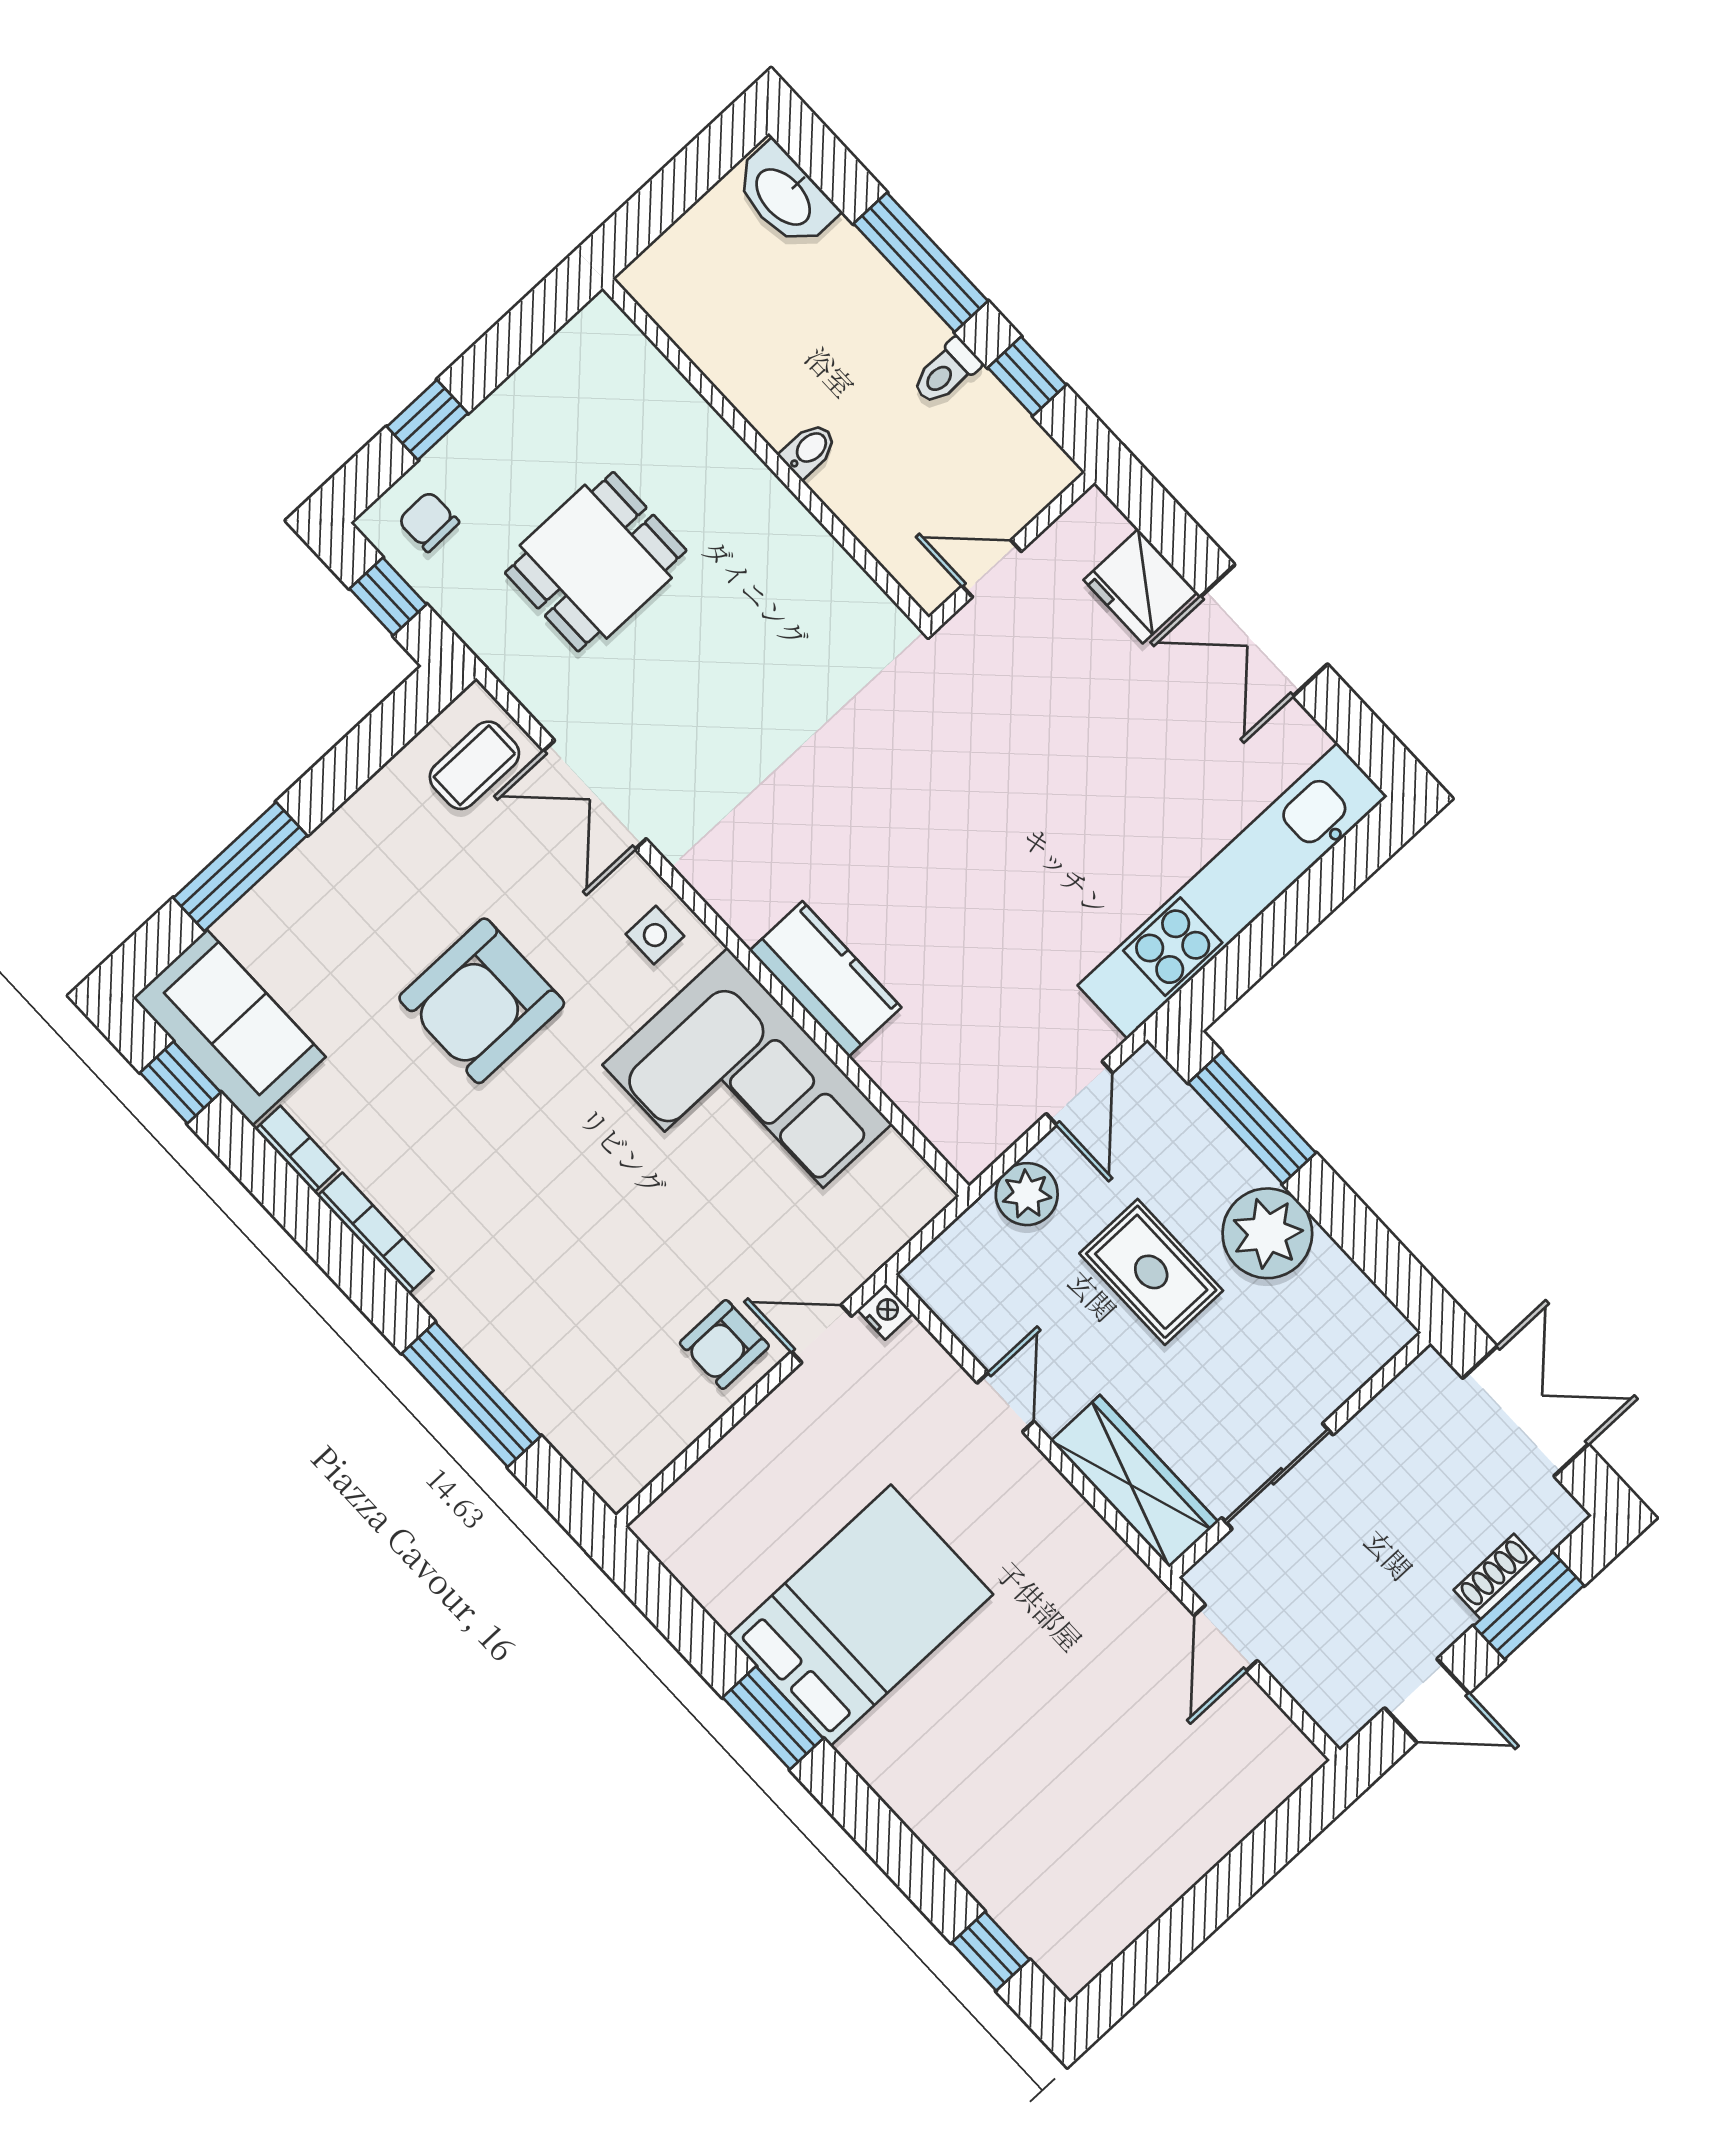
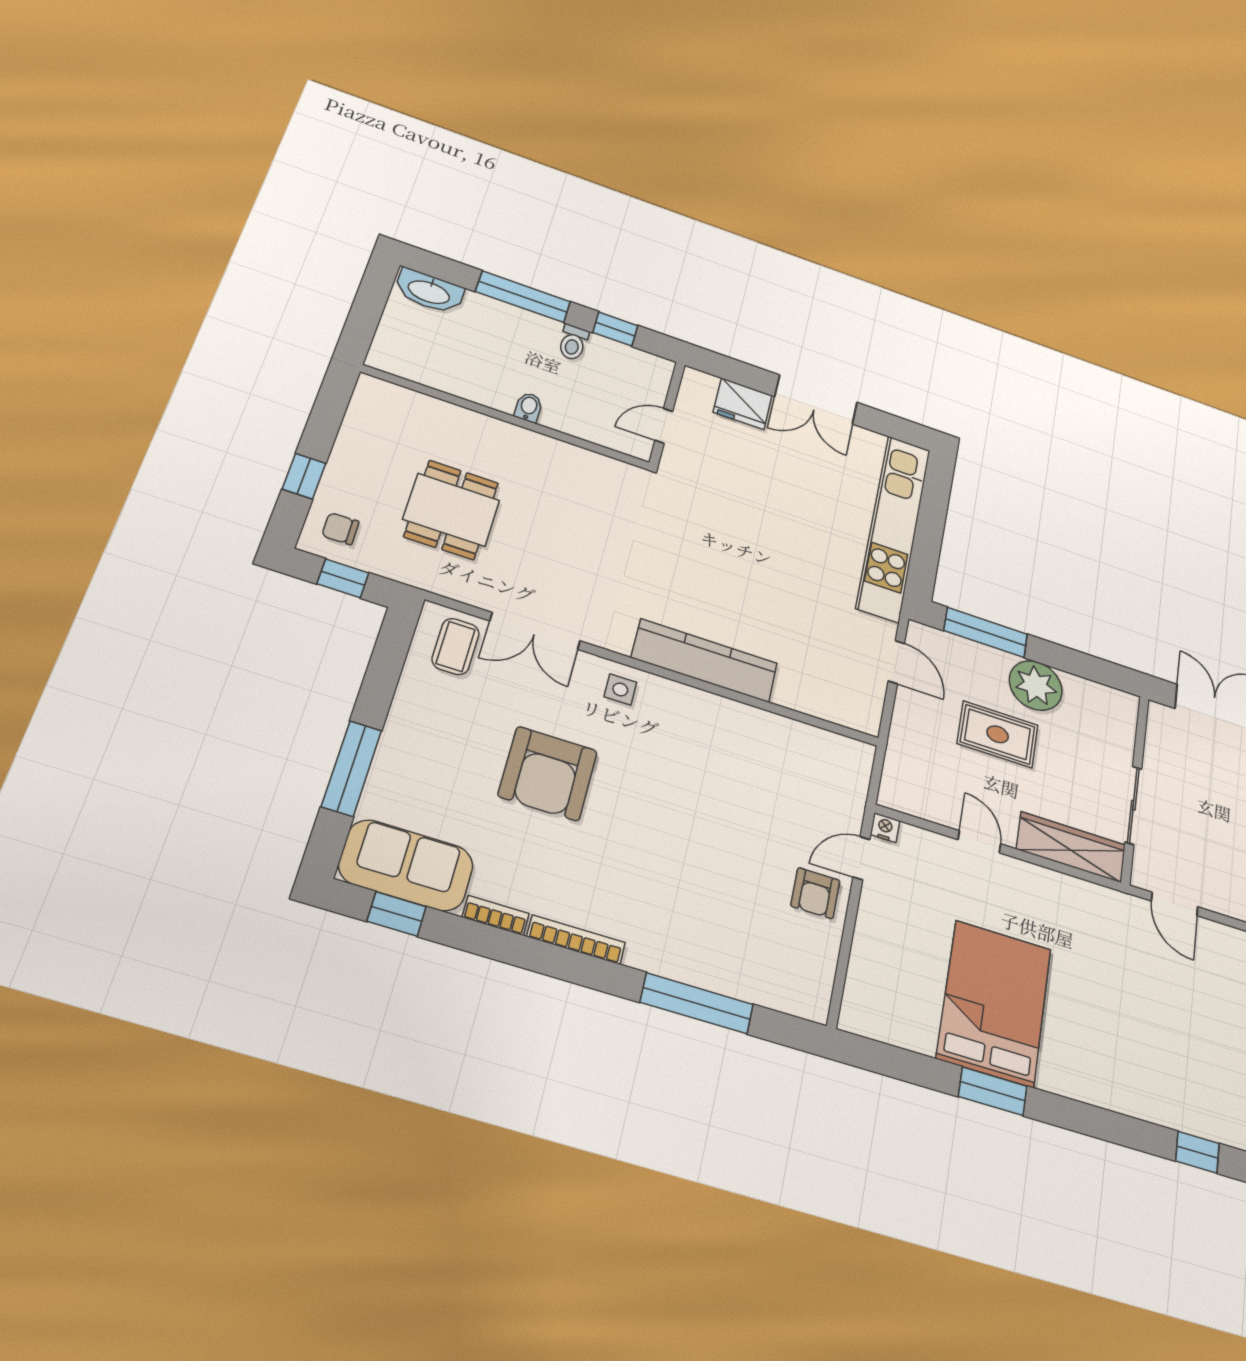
kitchen counter: (825, 979) -> (705, 660), width x1.50
corner sofa: (747, 1094) -> (730, 750), removed
plant: (1027, 1194) -> (909, 727), removed

